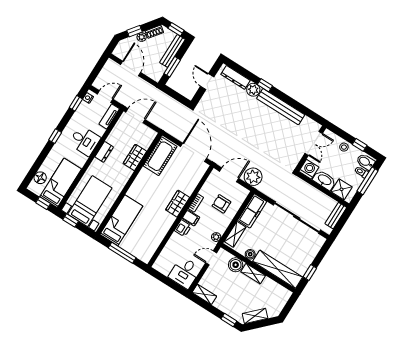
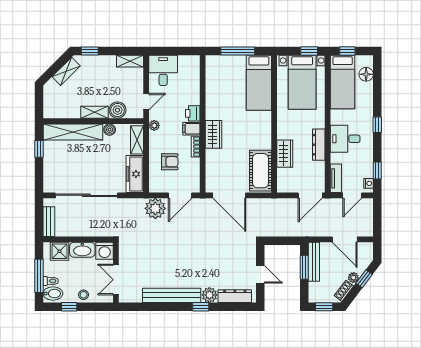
bench: (172, 51) -> (314, 262), moved
dresser: (104, 152) -> (319, 145), width x1.44

